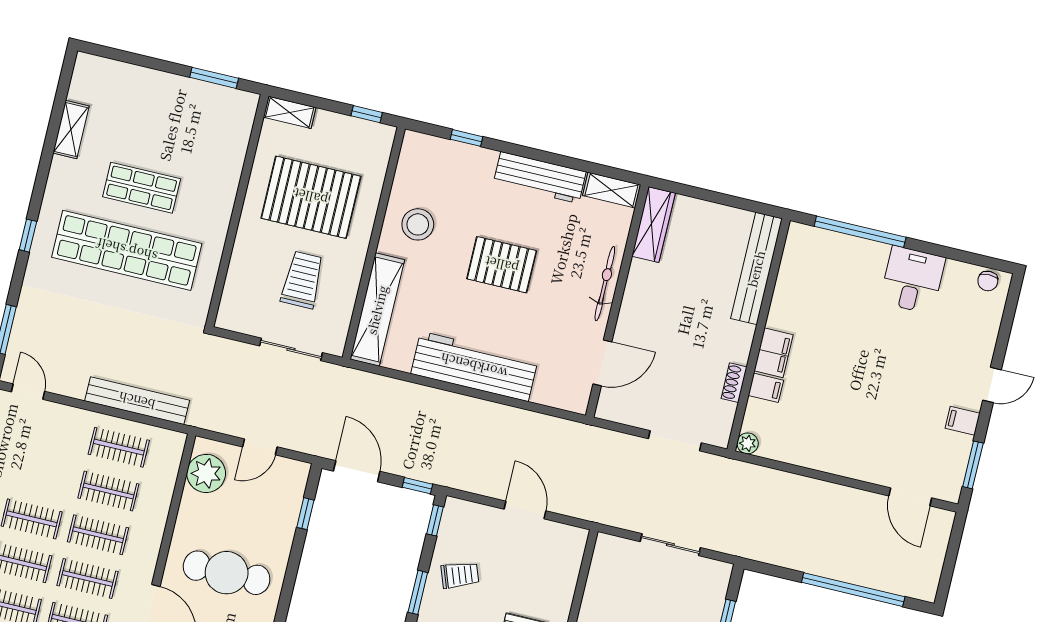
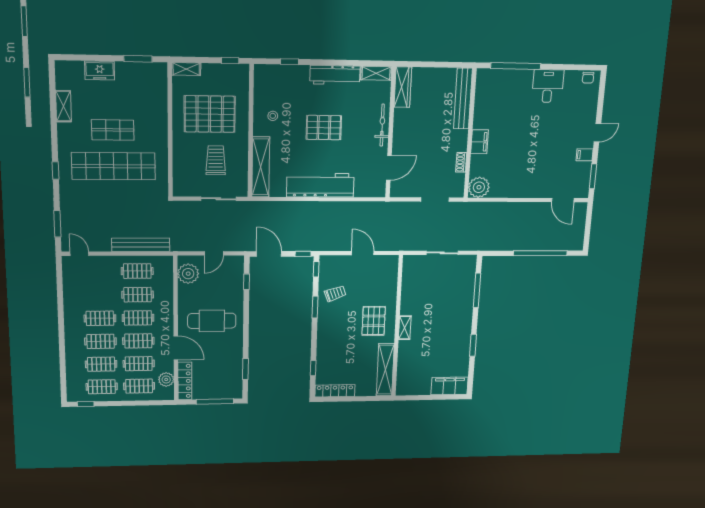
freezer: (146, 83) -> (100, 70), added
stool: (418, 224) -> (273, 116), width x0.53, depth x0.53
filing cabinet: (766, 388) -> (479, 161), removed
plant: (748, 443) -> (479, 187), width x1.87, depth x1.87

